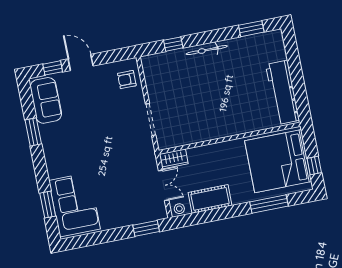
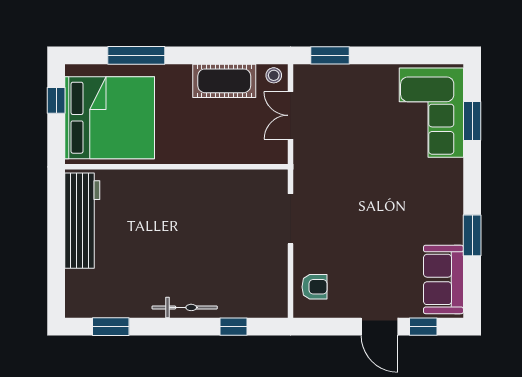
wardrobe: (174, 159) -> (267, 152), removed

